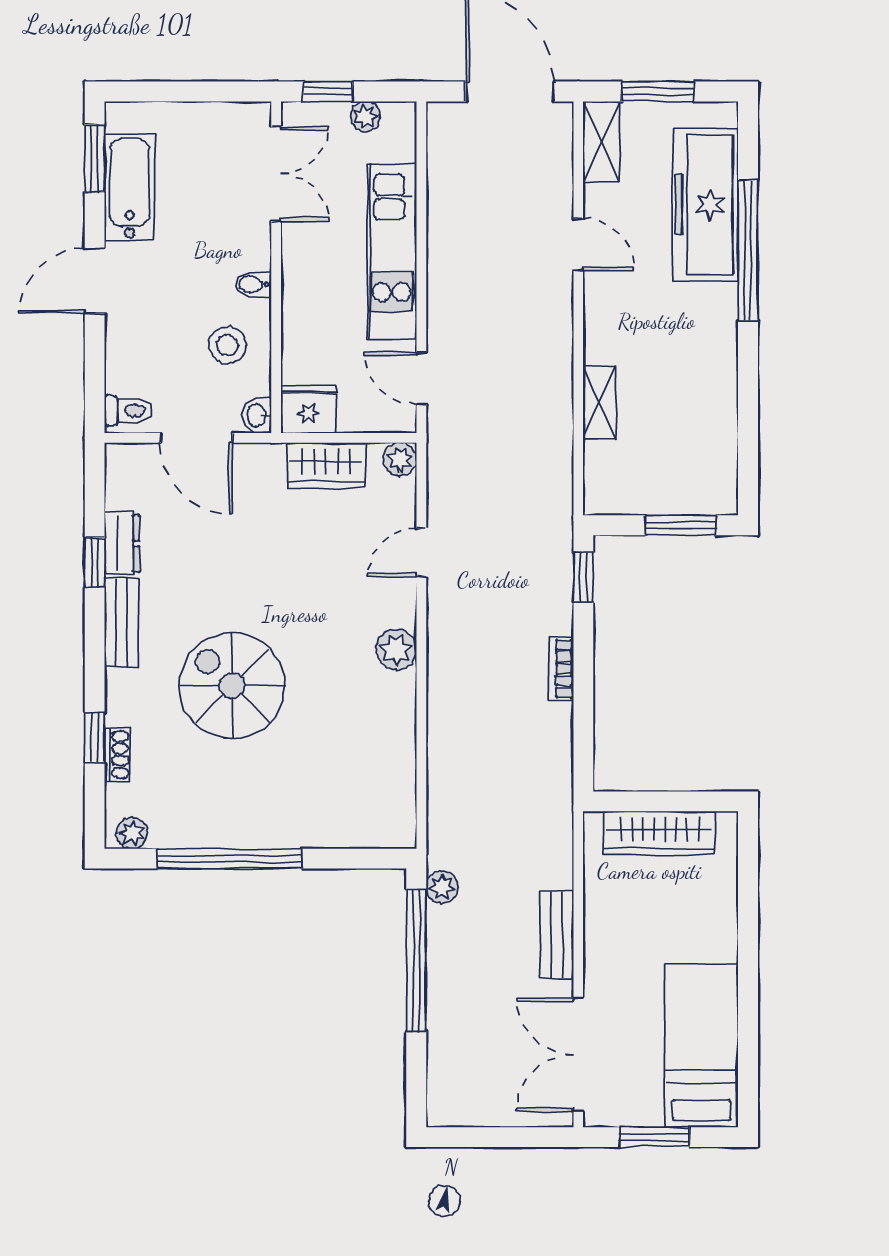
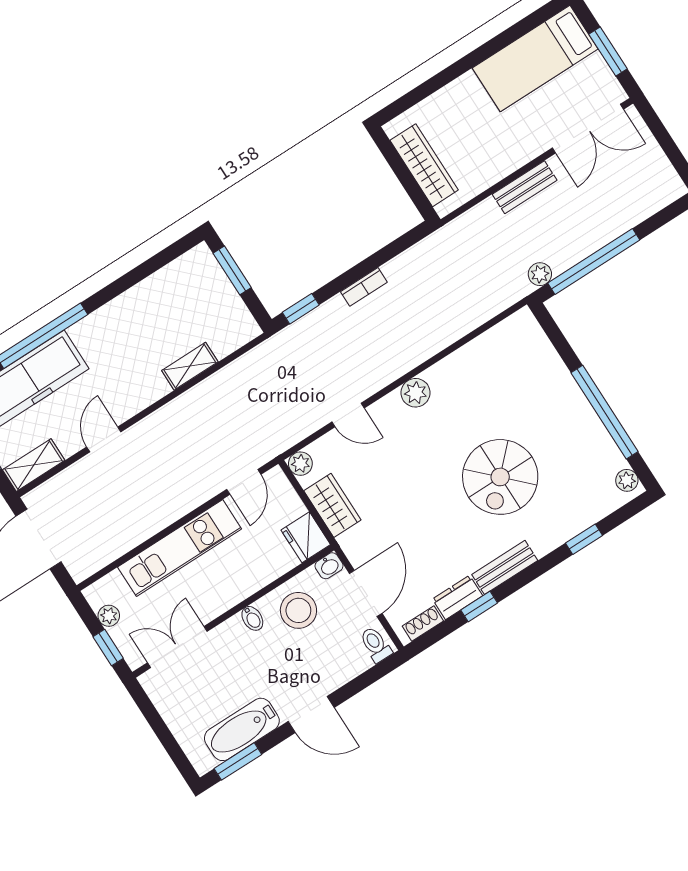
stool: (227, 345) -> (298, 610), width x1.38, depth x1.38
shoe rack: (117, 754) -> (423, 623), moved

